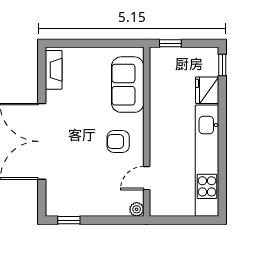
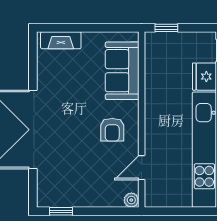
fireplace: (54, 70) -> (61, 40), moved, turned 90
armchair: (118, 141) -> (112, 130), turned -90

